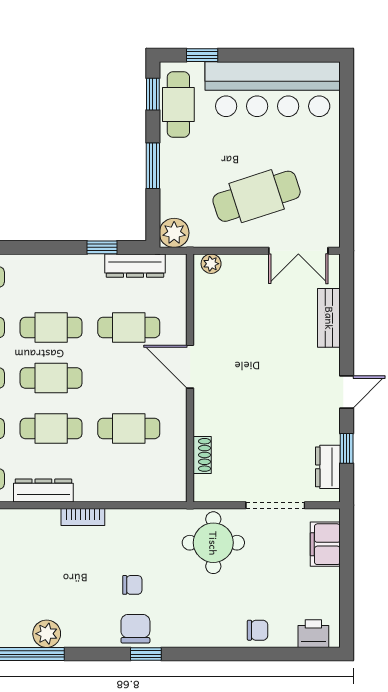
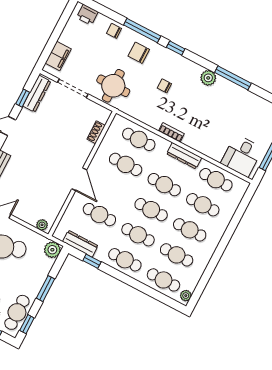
cafe table: (51, 277) -> (125, 260), added
dresser: (328, 467) -> (37, 94), width x1.44
cafe table: (129, 479) -> (139, 139), added
chair: (135, 629) -> (139, 53), moved, turned 90
plant: (47, 634) -> (208, 78), moved
window: (213, 654) -> (142, 31), added

